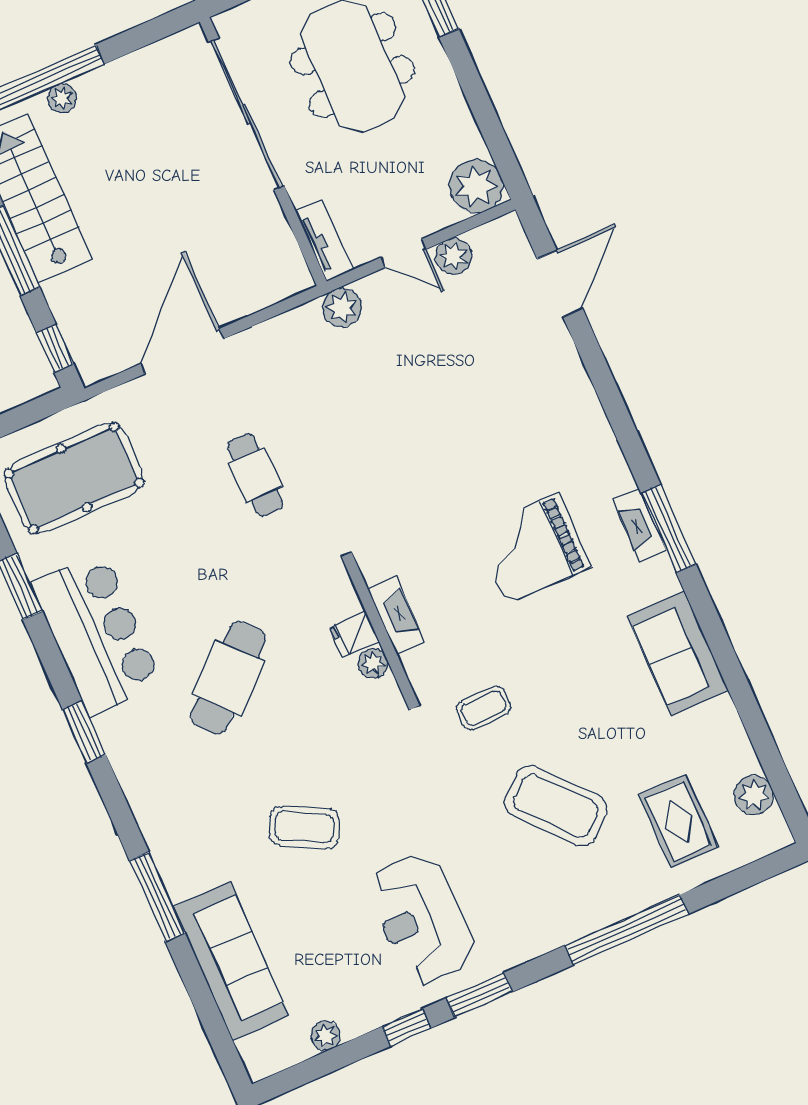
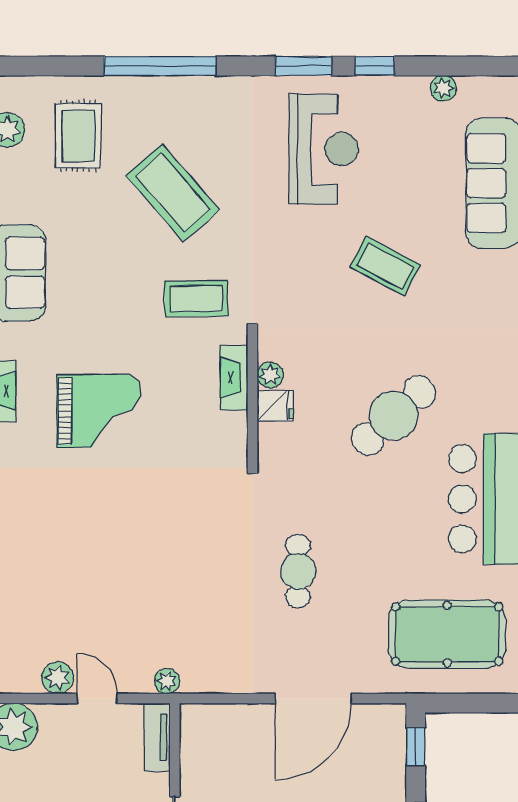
plant: (342, 308) -> (167, 681), width x0.73, depth x0.73
fireplace: (396, 615) -> (234, 377), moved
coffee table: (484, 708) -> (196, 299), width x1.36, depth x1.30

